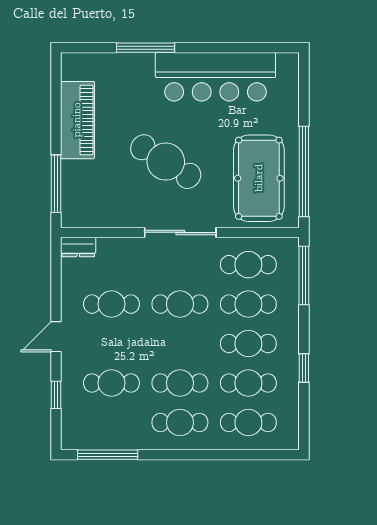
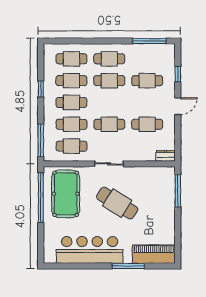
piano: (77, 120) -> (154, 254), moved, turned 90
sliding door: (180, 232) -> (109, 164), width x0.73

